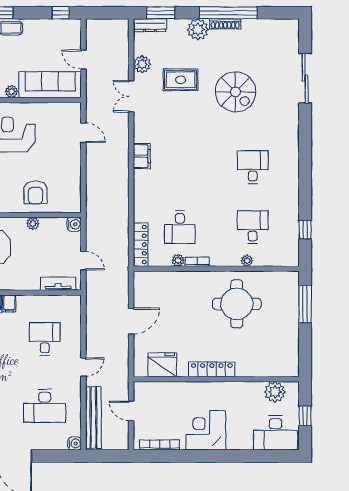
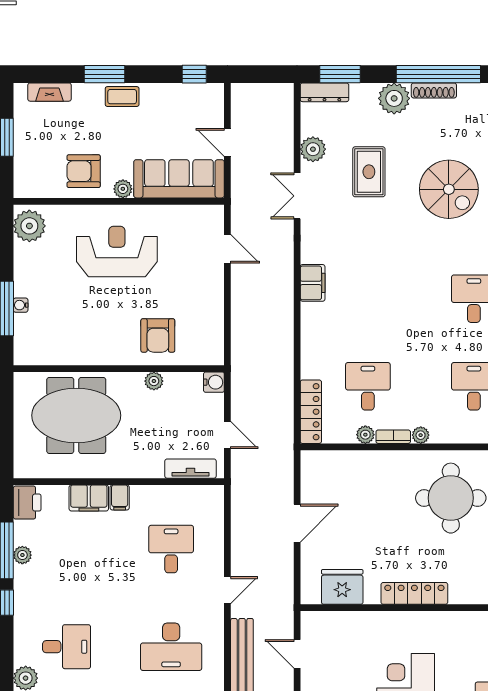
rug: (181, 80) -> (369, 172), turned 90
desk: (180, 227) -> (368, 386), turned 180
plant: (247, 261) -> (421, 435), moved

